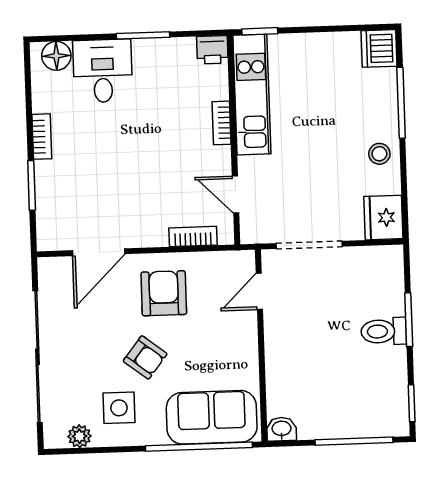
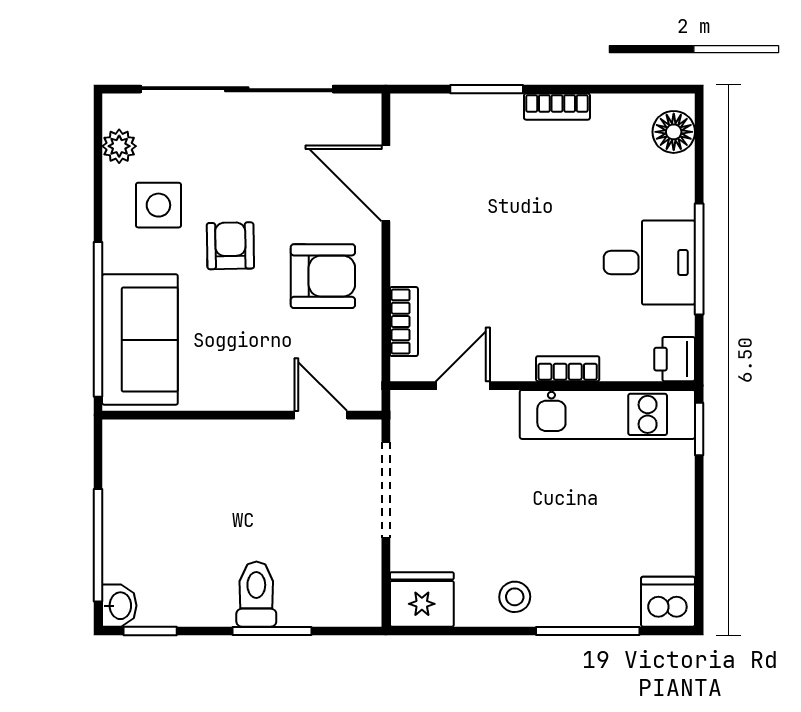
window: (143, 35) -> (699, 259), width x1.44
desk: (103, 71) -> (649, 262), moved
armchair: (145, 357) -> (230, 246), turned 141
washbasin: (282, 429) -> (119, 606), moved

